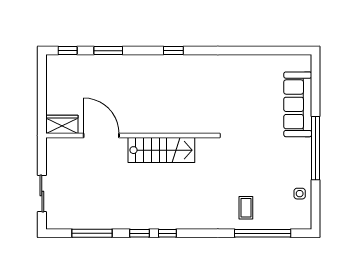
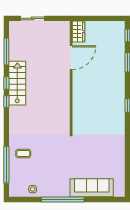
stairs: (161, 150) -> (17, 83), moved, turned 180

